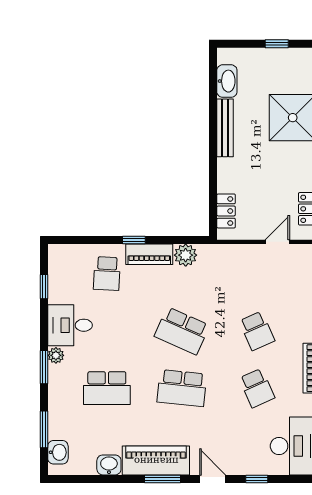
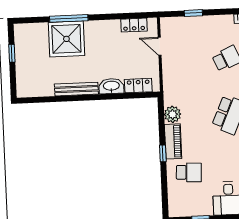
washbasin: (227, 81) -> (111, 86), moved

